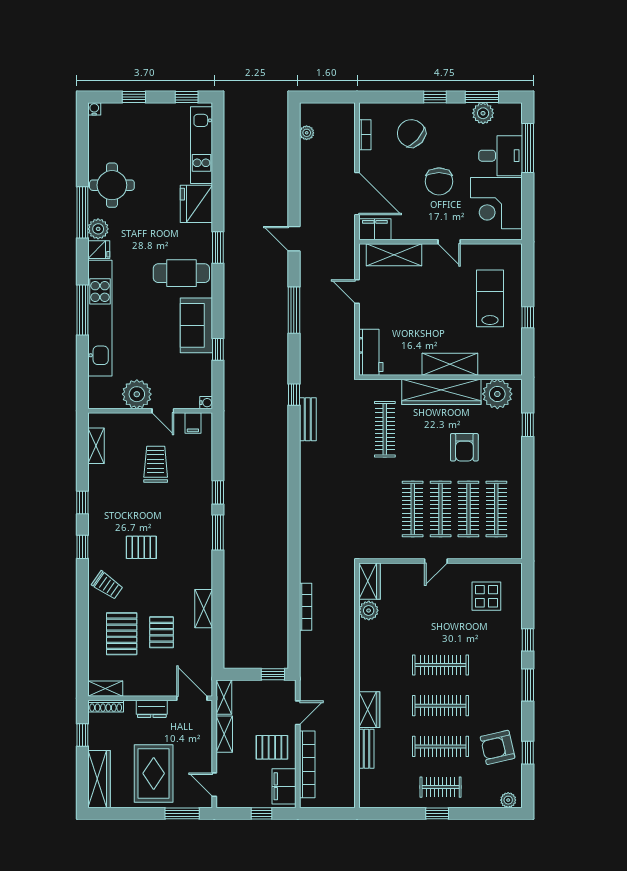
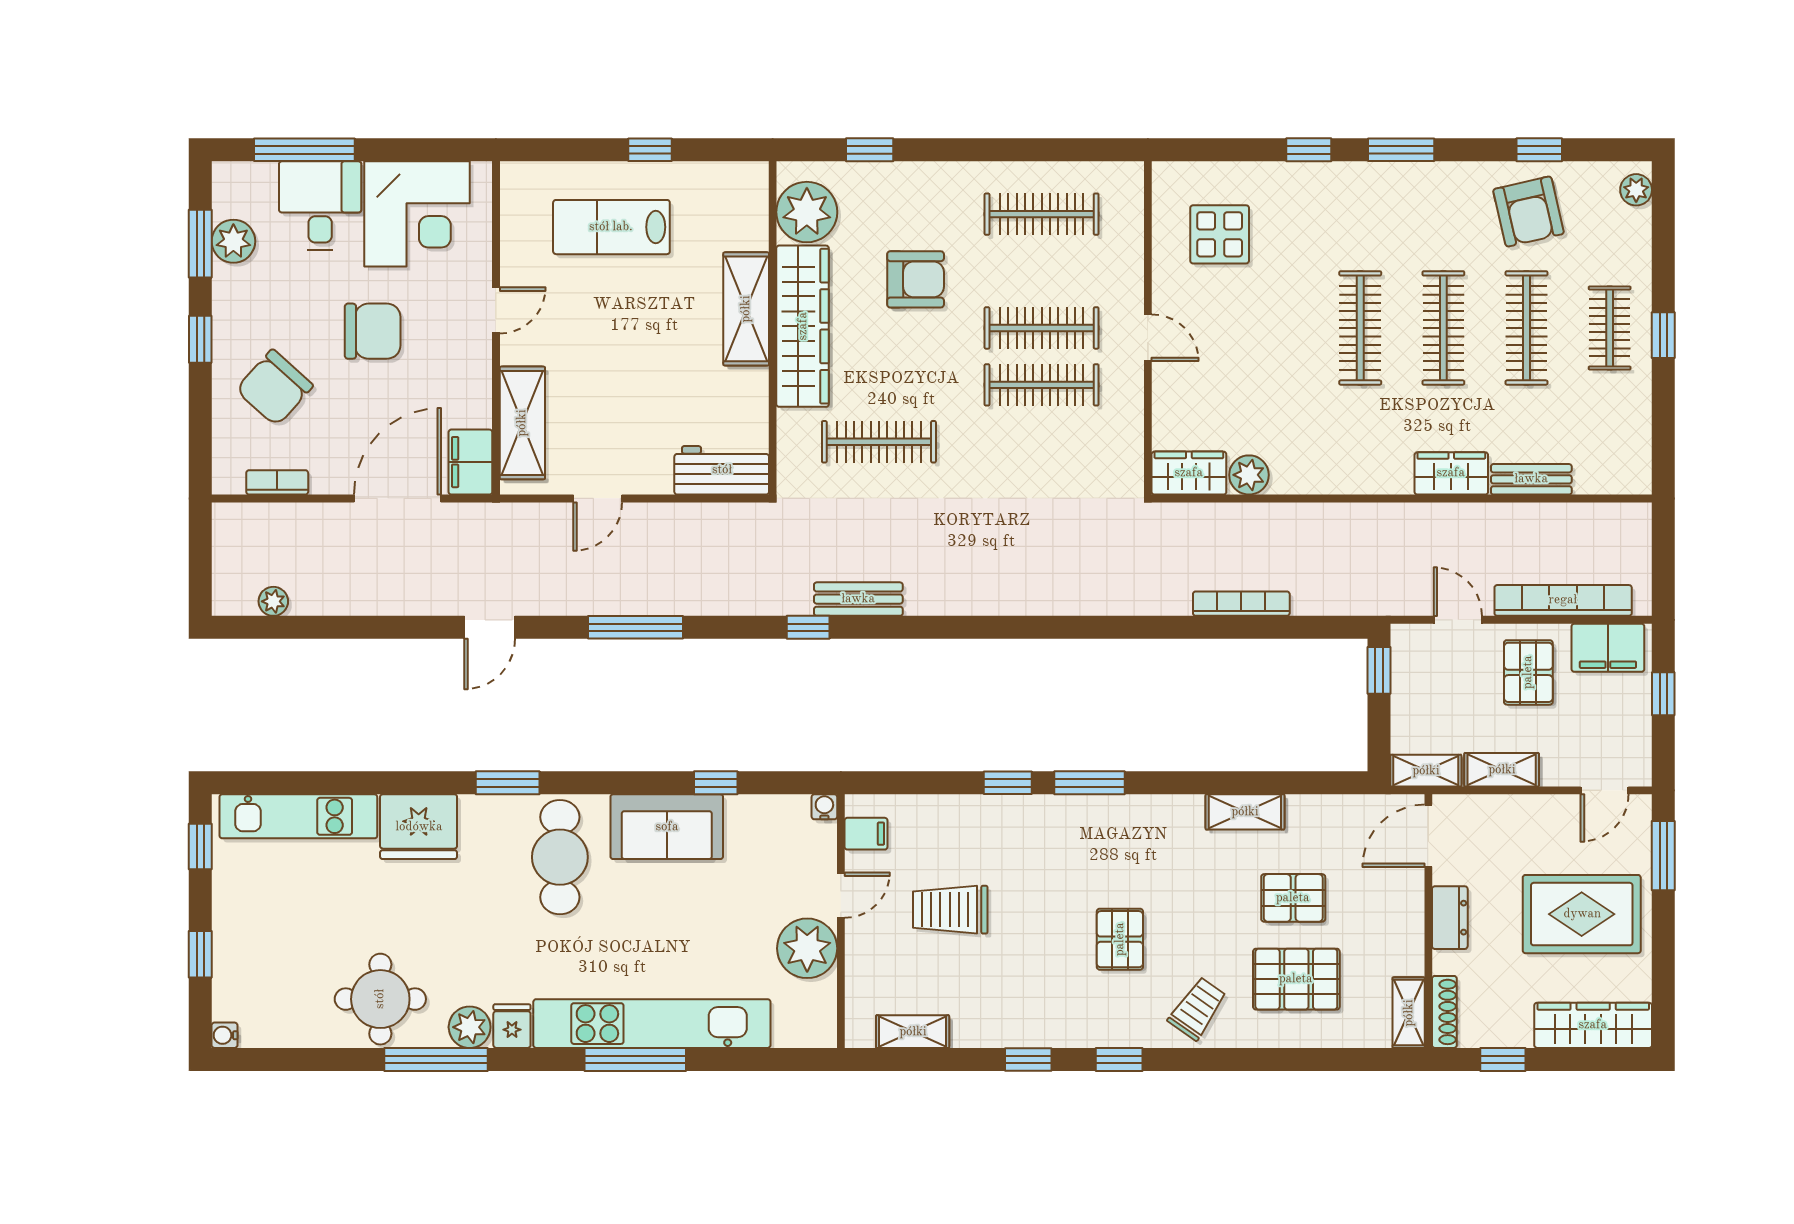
clothes rail: (468, 509) -> (1042, 271), removed

